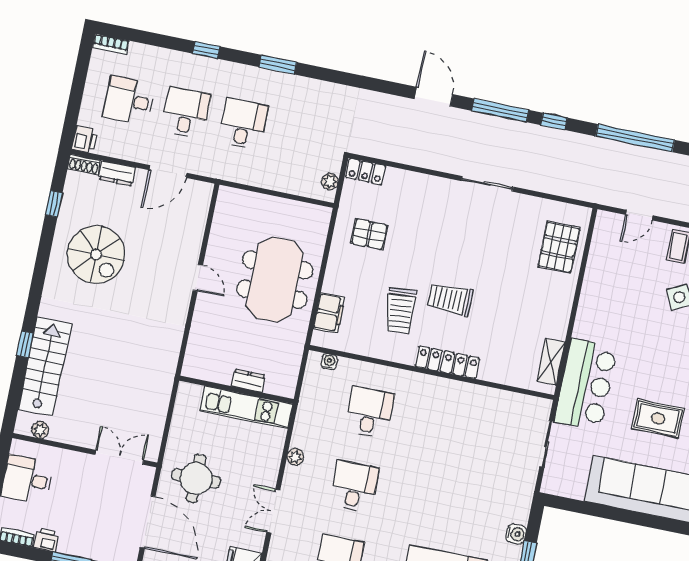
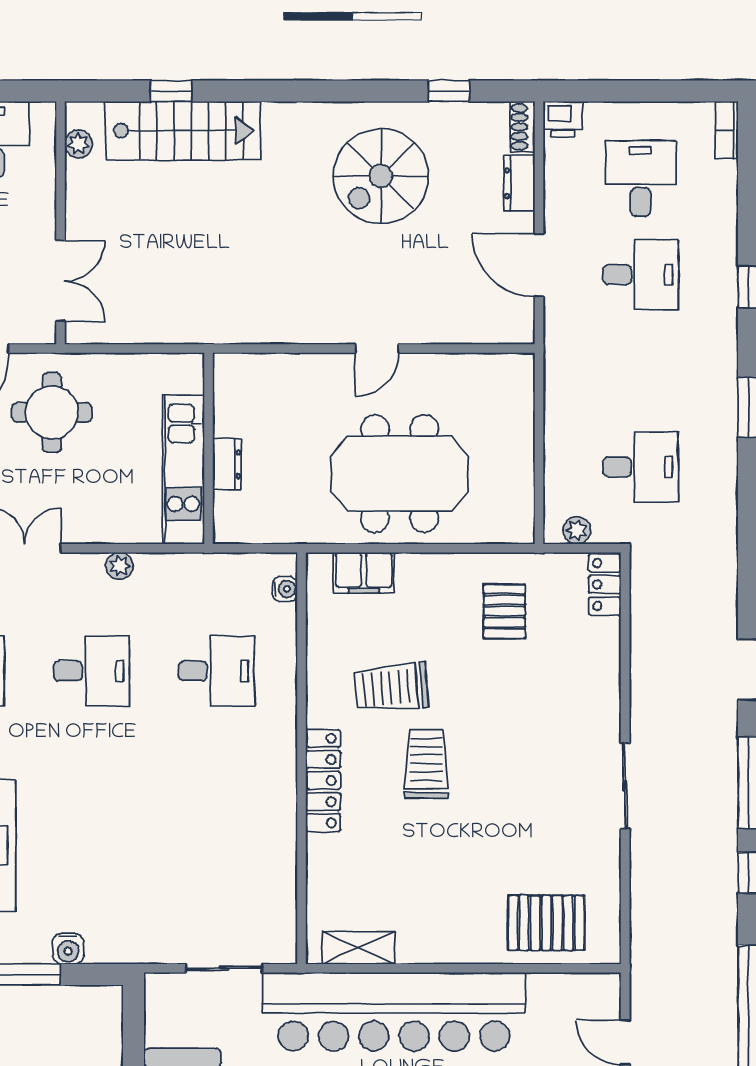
desk: (243, 124) -> (641, 467), moved
window: (25, 344) -> (171, 91), moved
bar counter: (586, 384) -> (394, 1012), width x1.86

